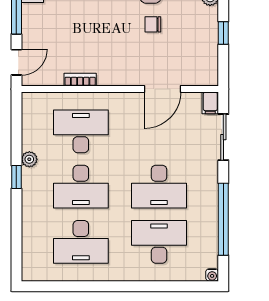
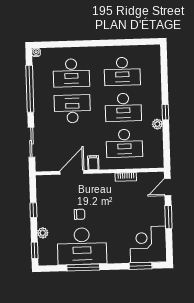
filing cabinet: (210, 103) -> (93, 163), moved
desk: (81, 187) -> (123, 107), turned 180
desk: (81, 242) -> (122, 71), turned 180

